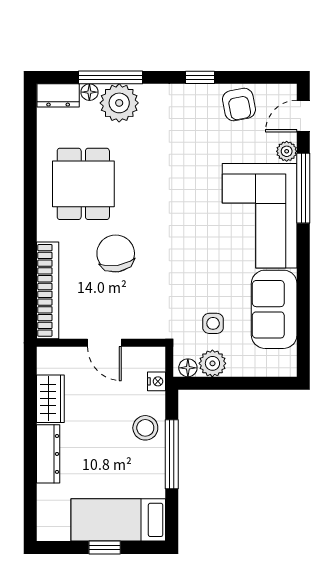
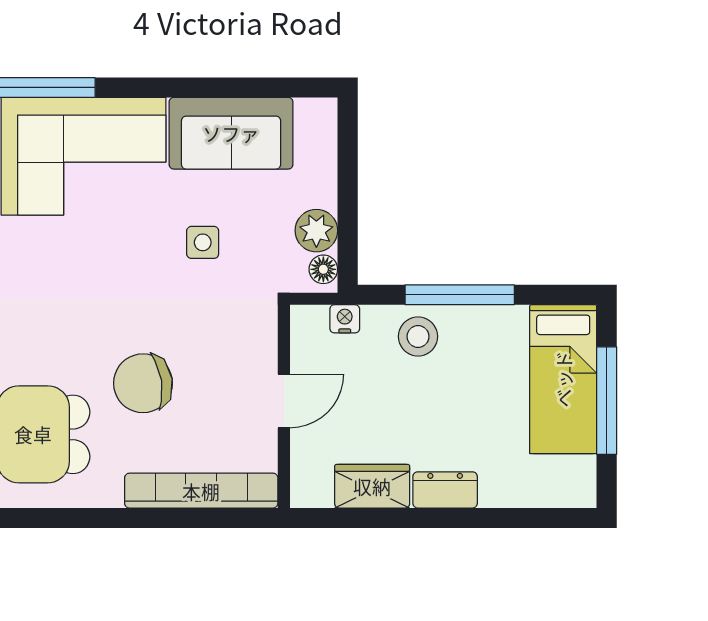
side table: (213, 323) -> (203, 242), moved
dresser: (48, 454) -> (445, 490), width x0.70
window: (105, 547) -> (607, 401), width x2.17

